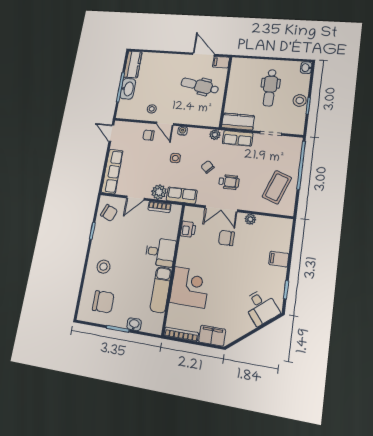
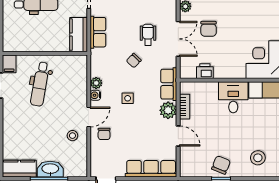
plant: (215, 135) -> (96, 83), moved
chair: (109, 213) -> (221, 165), moved

